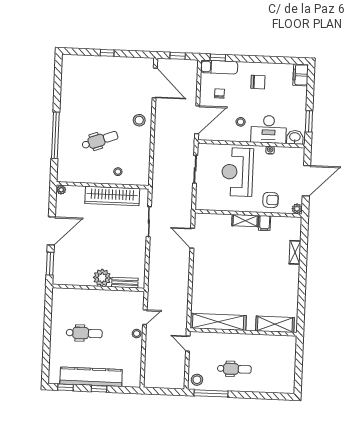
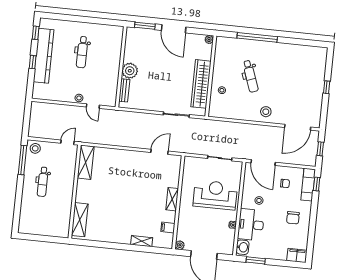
armchair: (271, 200) -> (189, 223), removed
filing cabinet: (265, 223) -> (168, 228), moved
shelving: (218, 322) -> (86, 162), width x0.68

